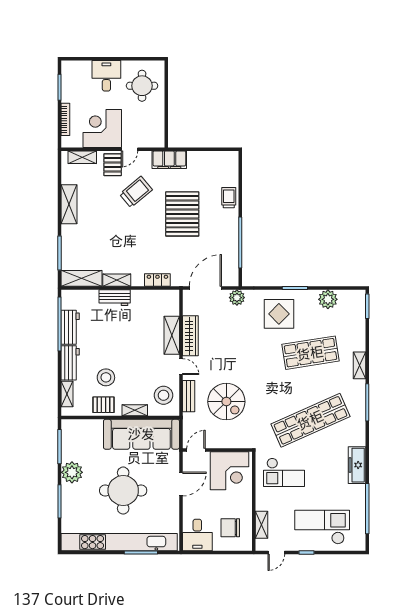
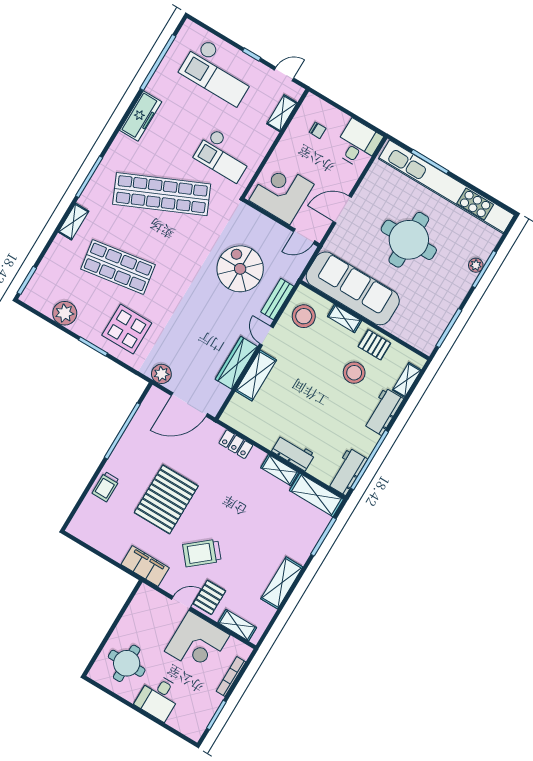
workbench: (70, 327) -> (347, 472), moved
plant: (72, 472) -> (476, 265), moved, width x0.53, depth x0.53
checkout: (284, 472) -> (224, 155), turned 180
chair: (230, 528) -> (318, 130), width x0.54, depth x0.54

